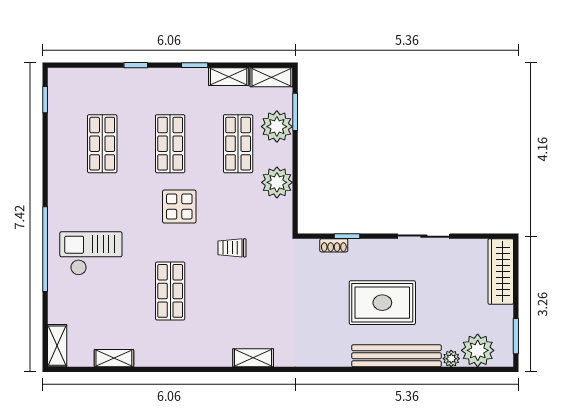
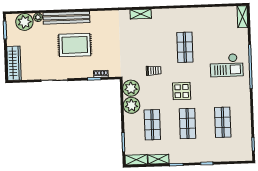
plant: (277, 127) -> (131, 88), moved
shelving: (114, 358) -> (213, 11), removed

